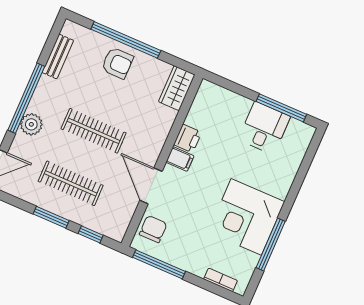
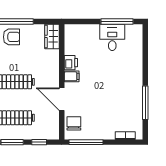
corner desk: (246, 217) -> (124, 93), removed

